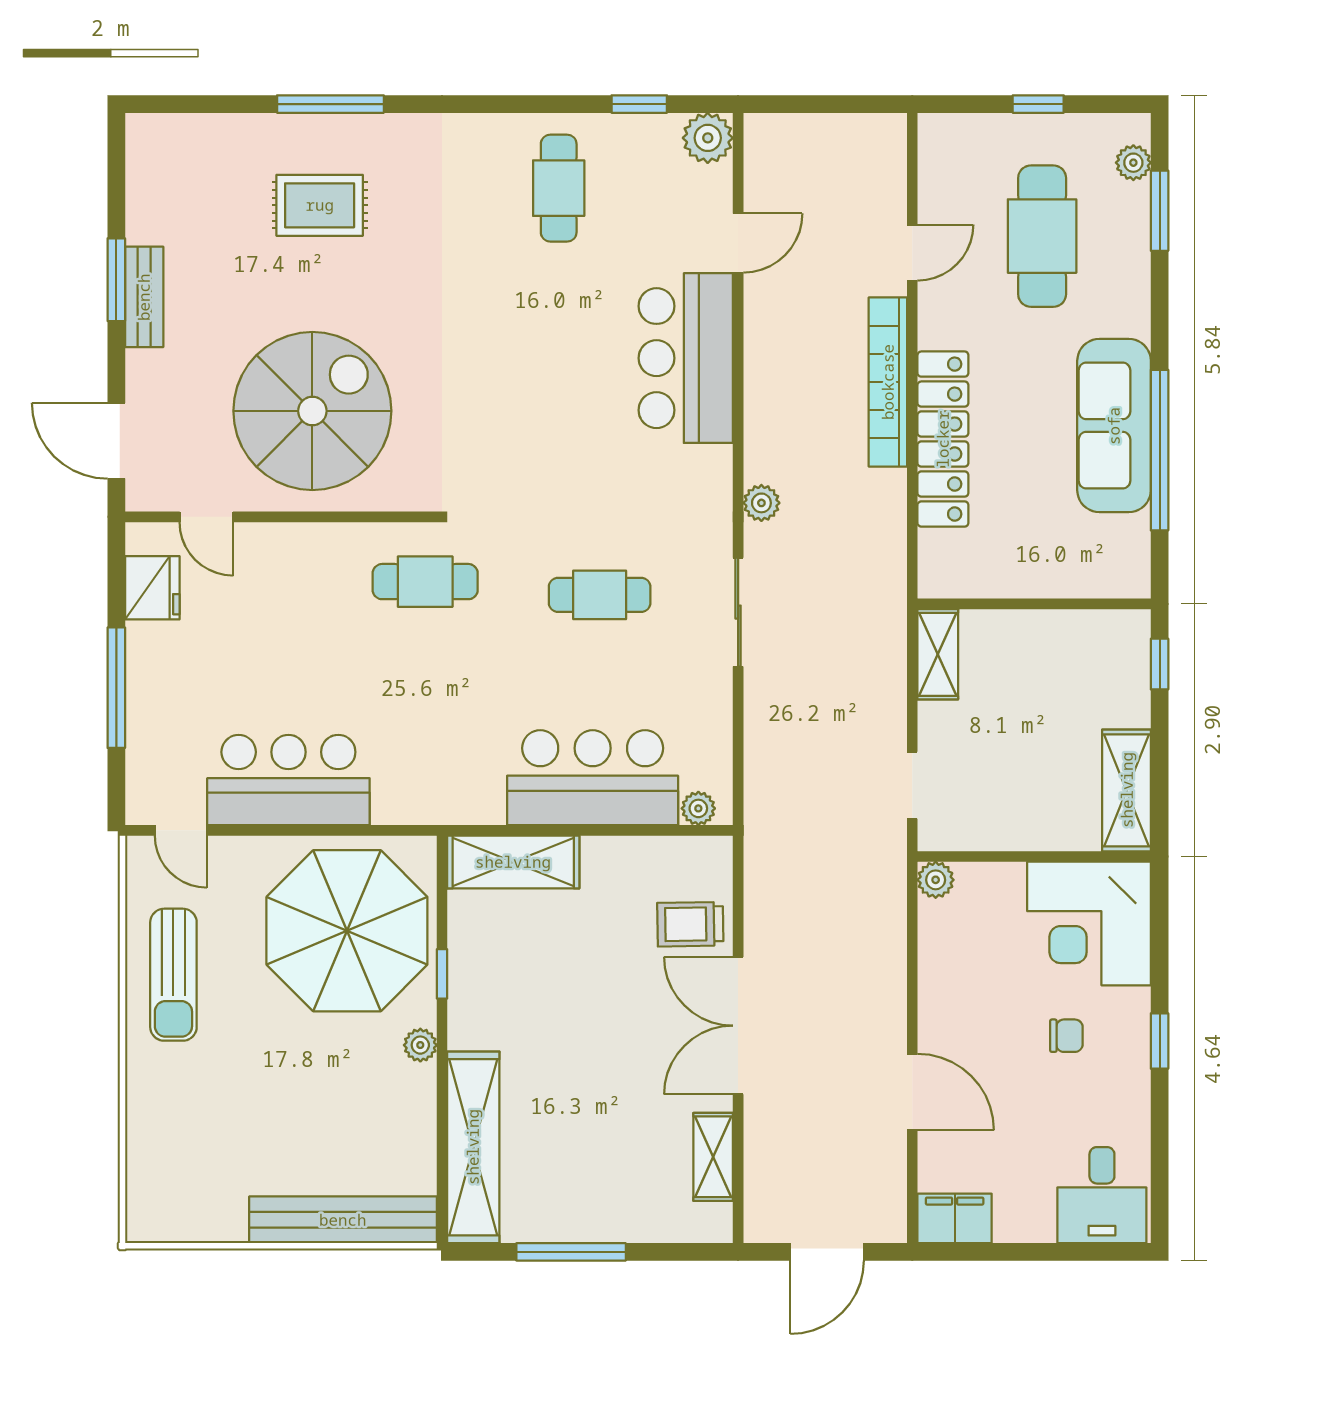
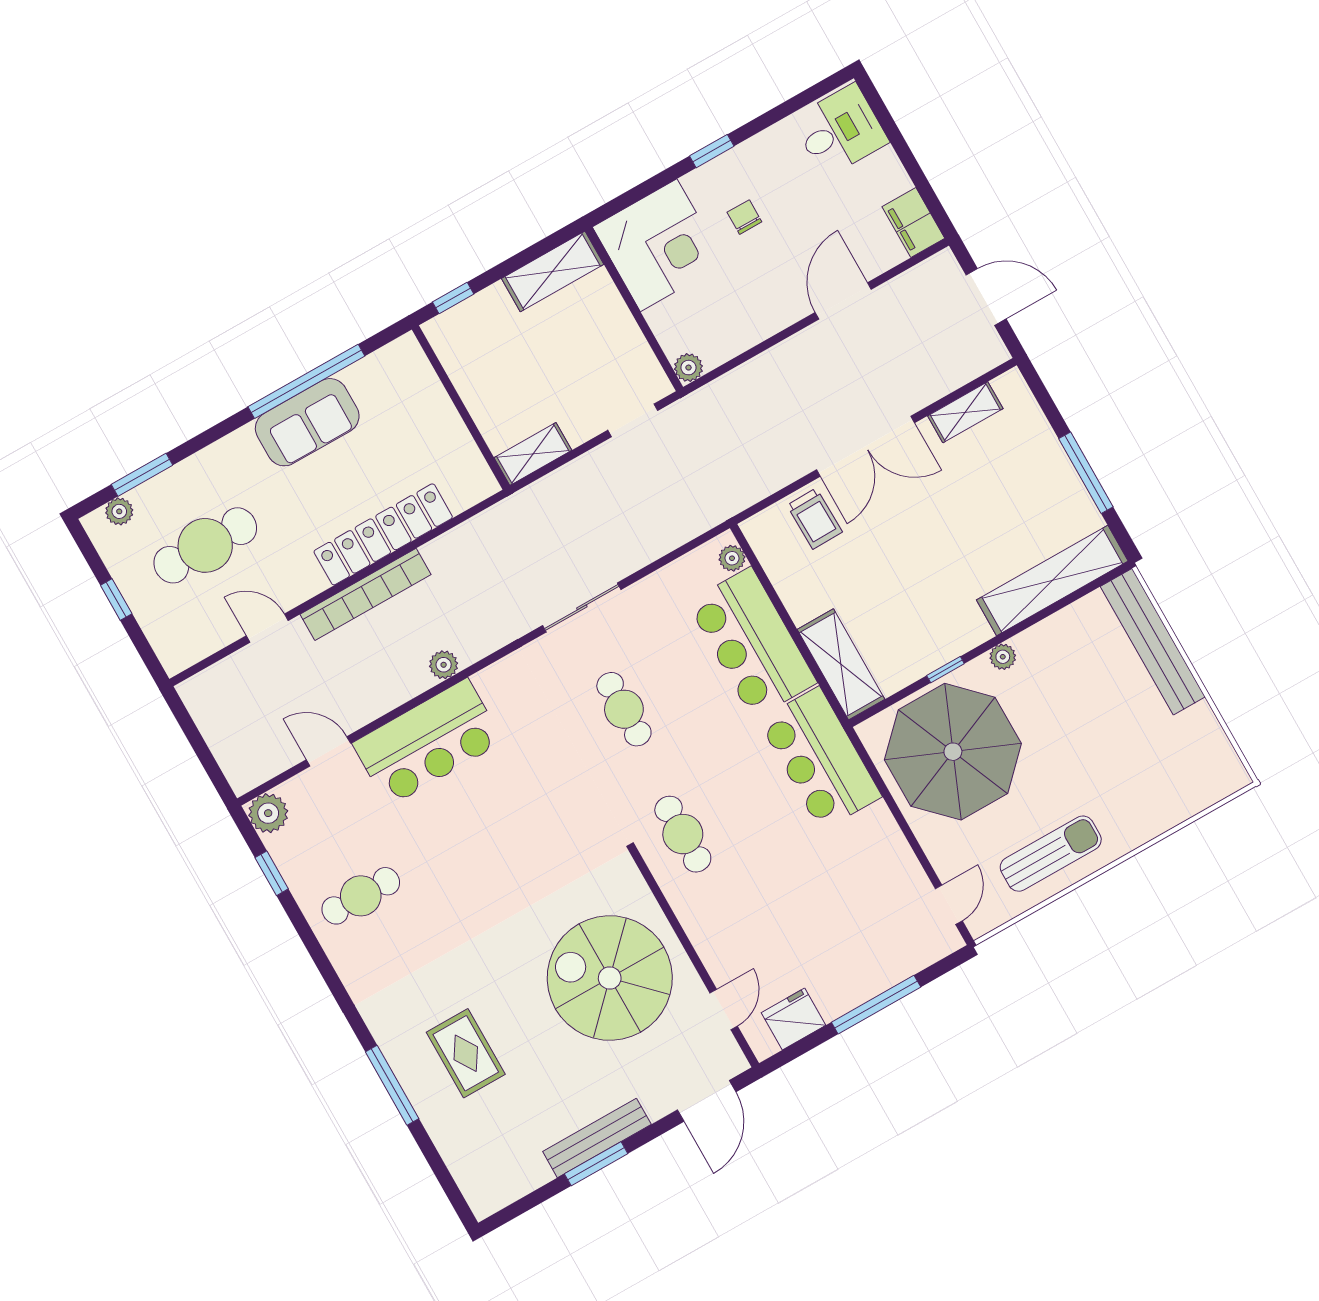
bench: (144, 297) -> (597, 1138), width x1.36
sofa: (1114, 426) -> (307, 422), width x0.73
plant: (761, 503) -> (444, 665), moved
bar counter: (288, 780) -> (820, 759), moved

